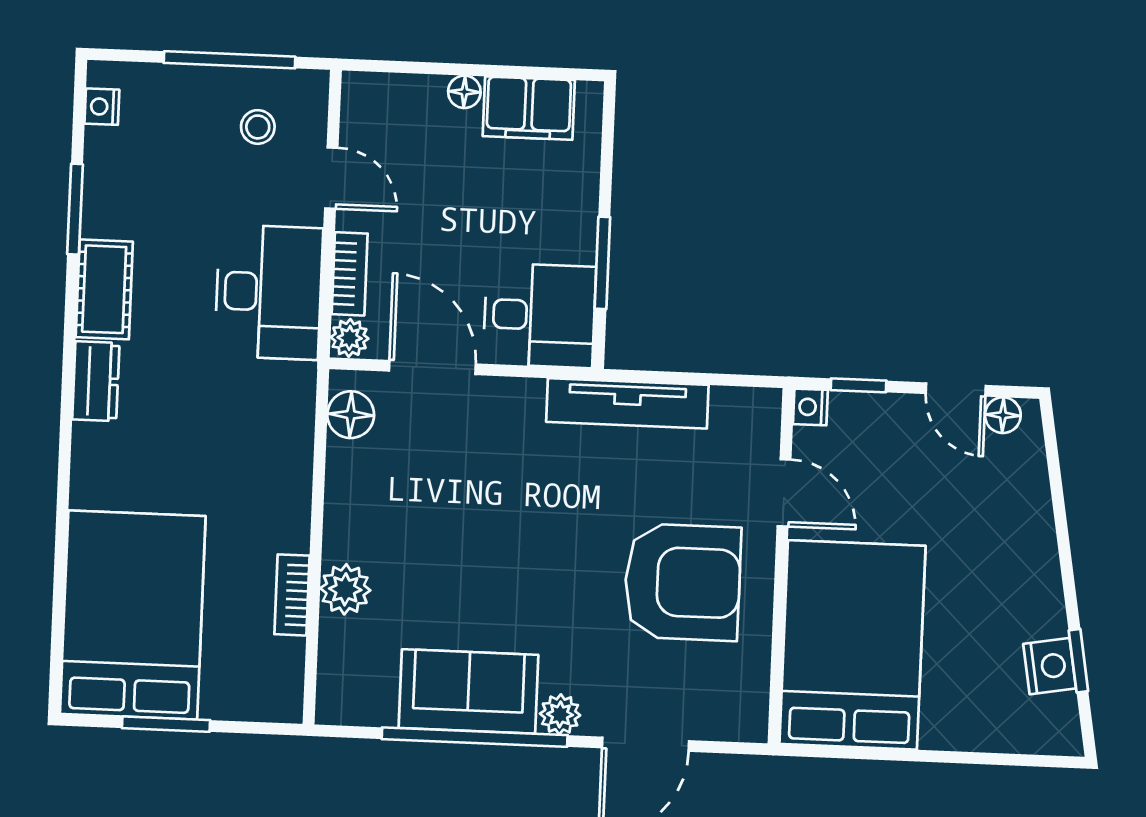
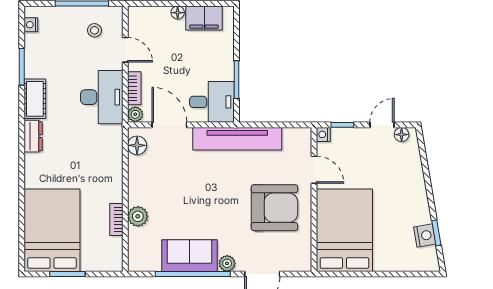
door: (956, 389) -> (382, 125), swing flipped
tv unit: (627, 403) -> (237, 139), width x1.36, depth x1.29

